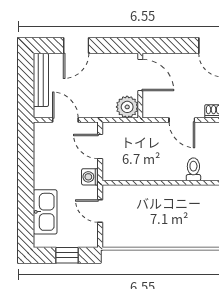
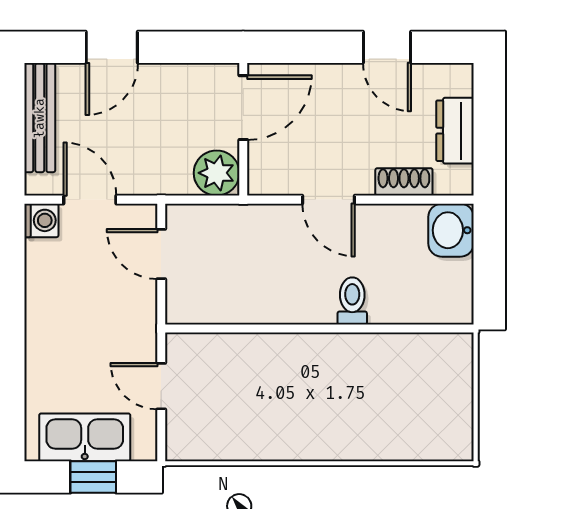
door: (140, 75) -> (243, 108), hinge flipped
washing machine: (90, 177) -> (41, 220), moved, turned 180
kitchen sink: (45, 212) -> (85, 437), moved, turned -90

